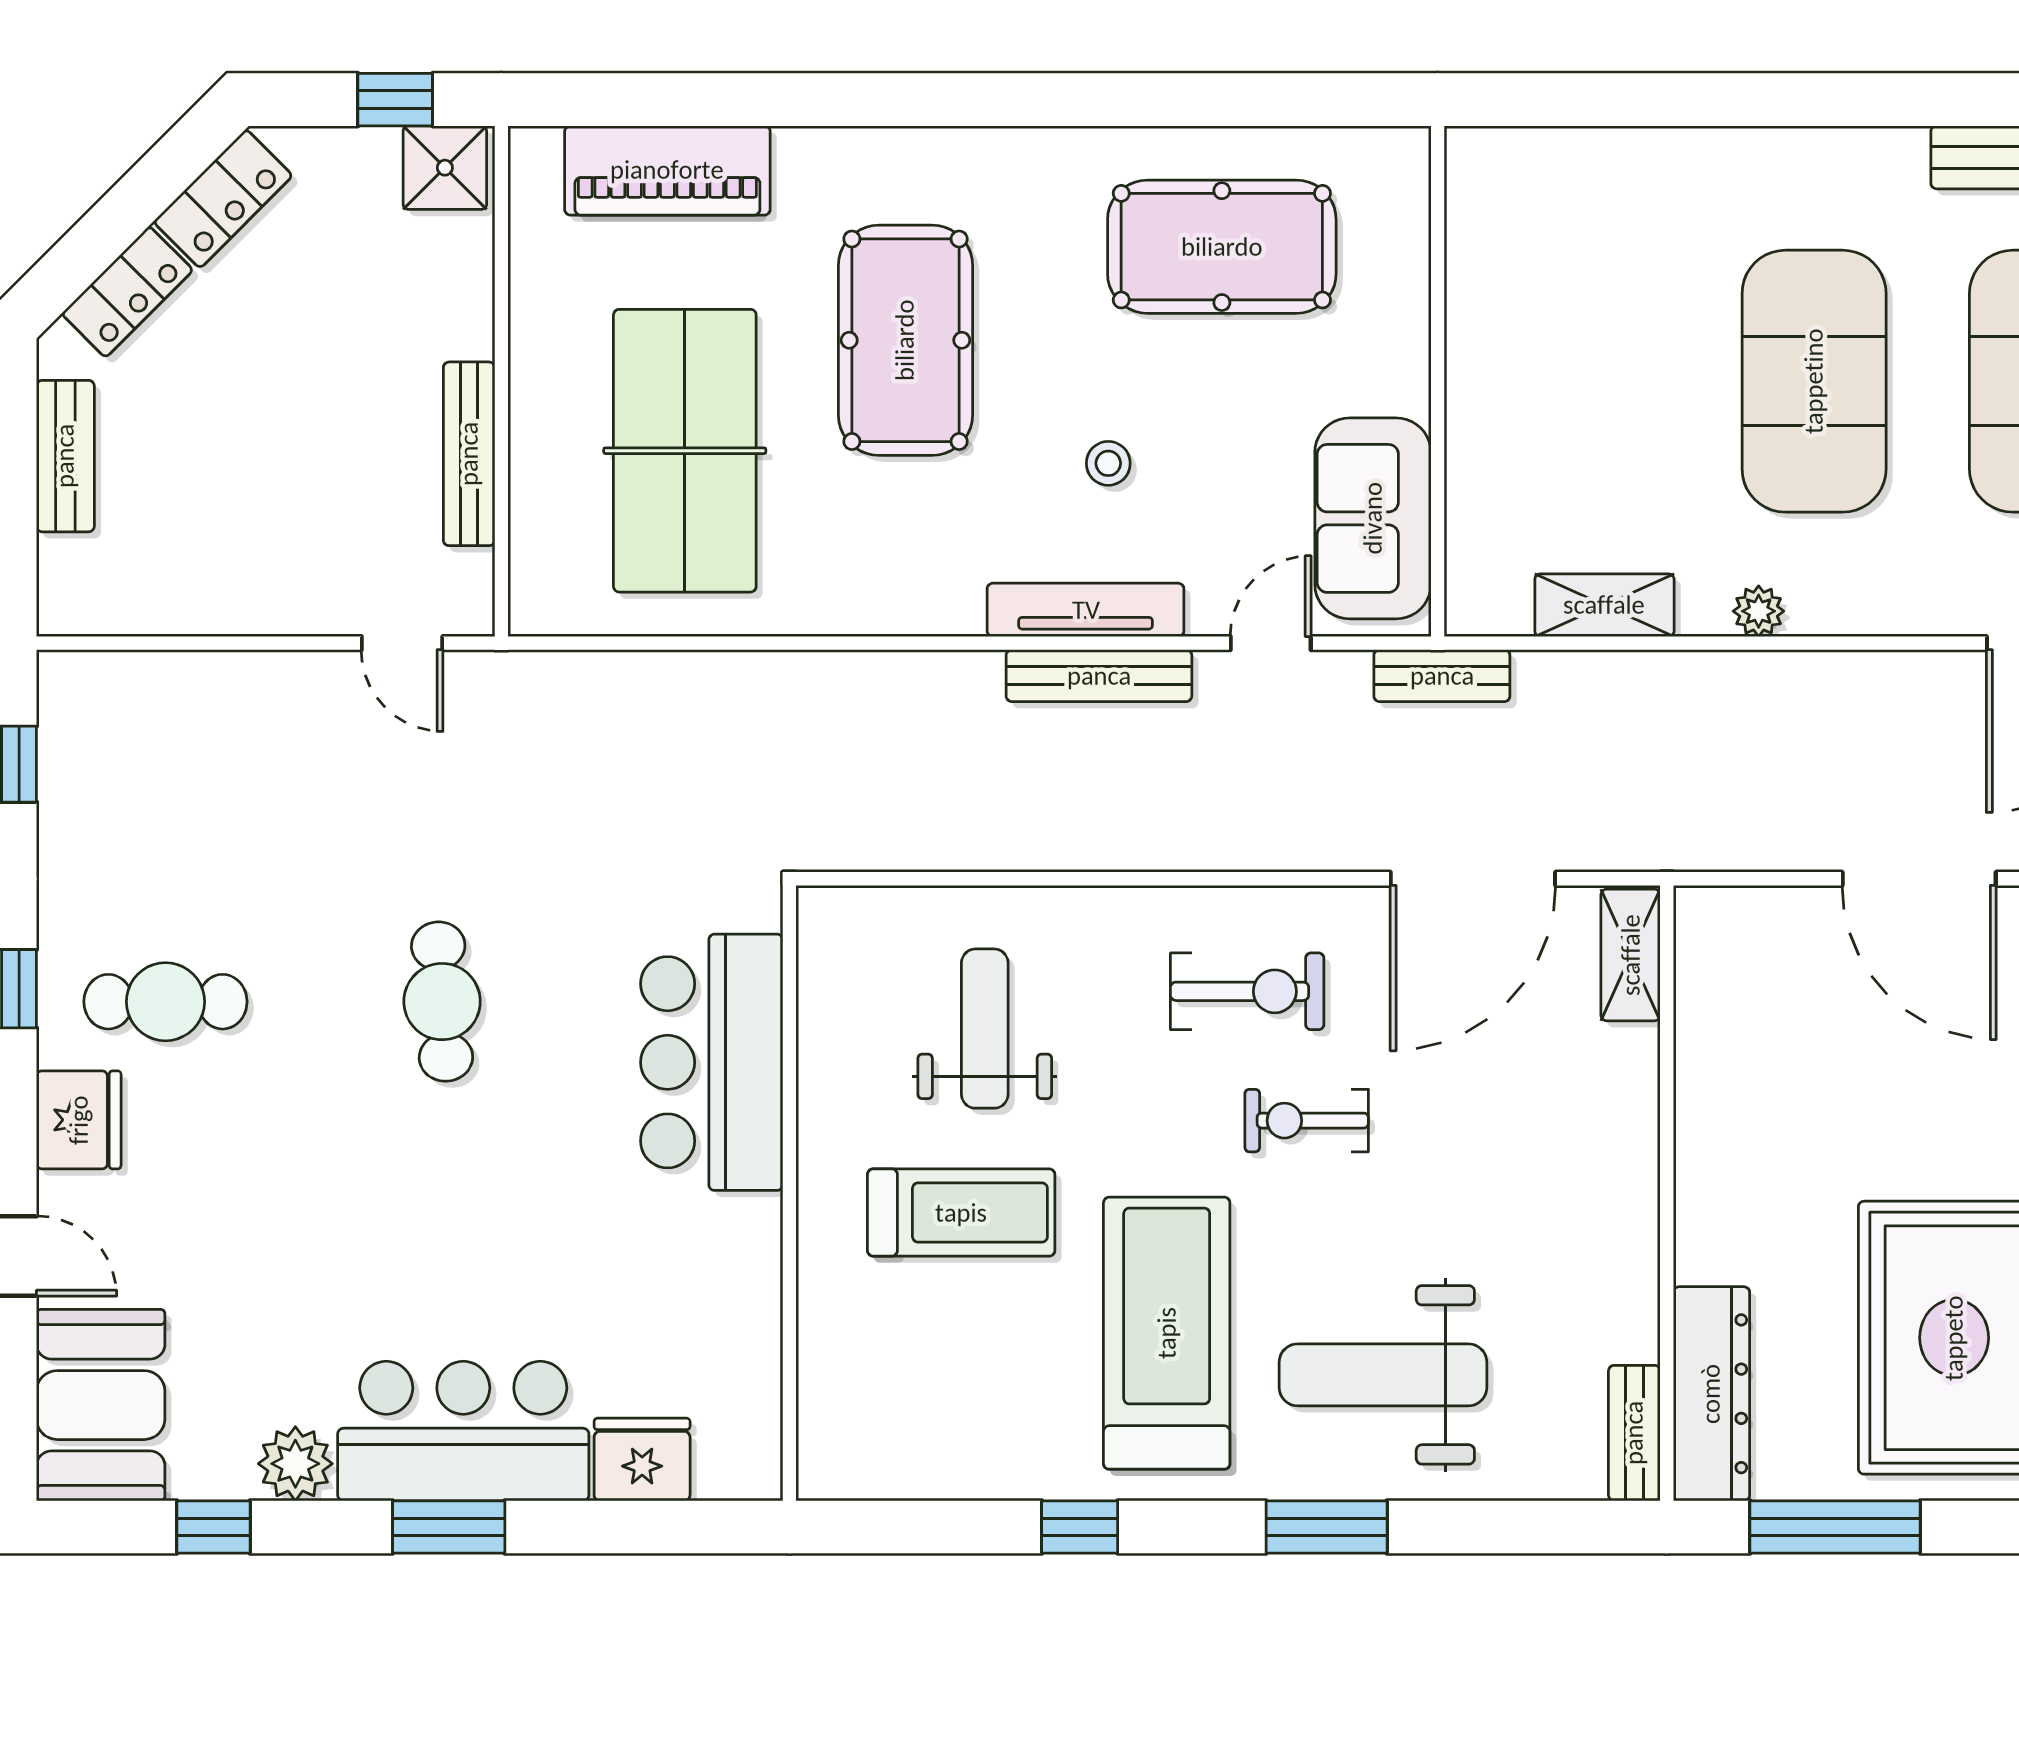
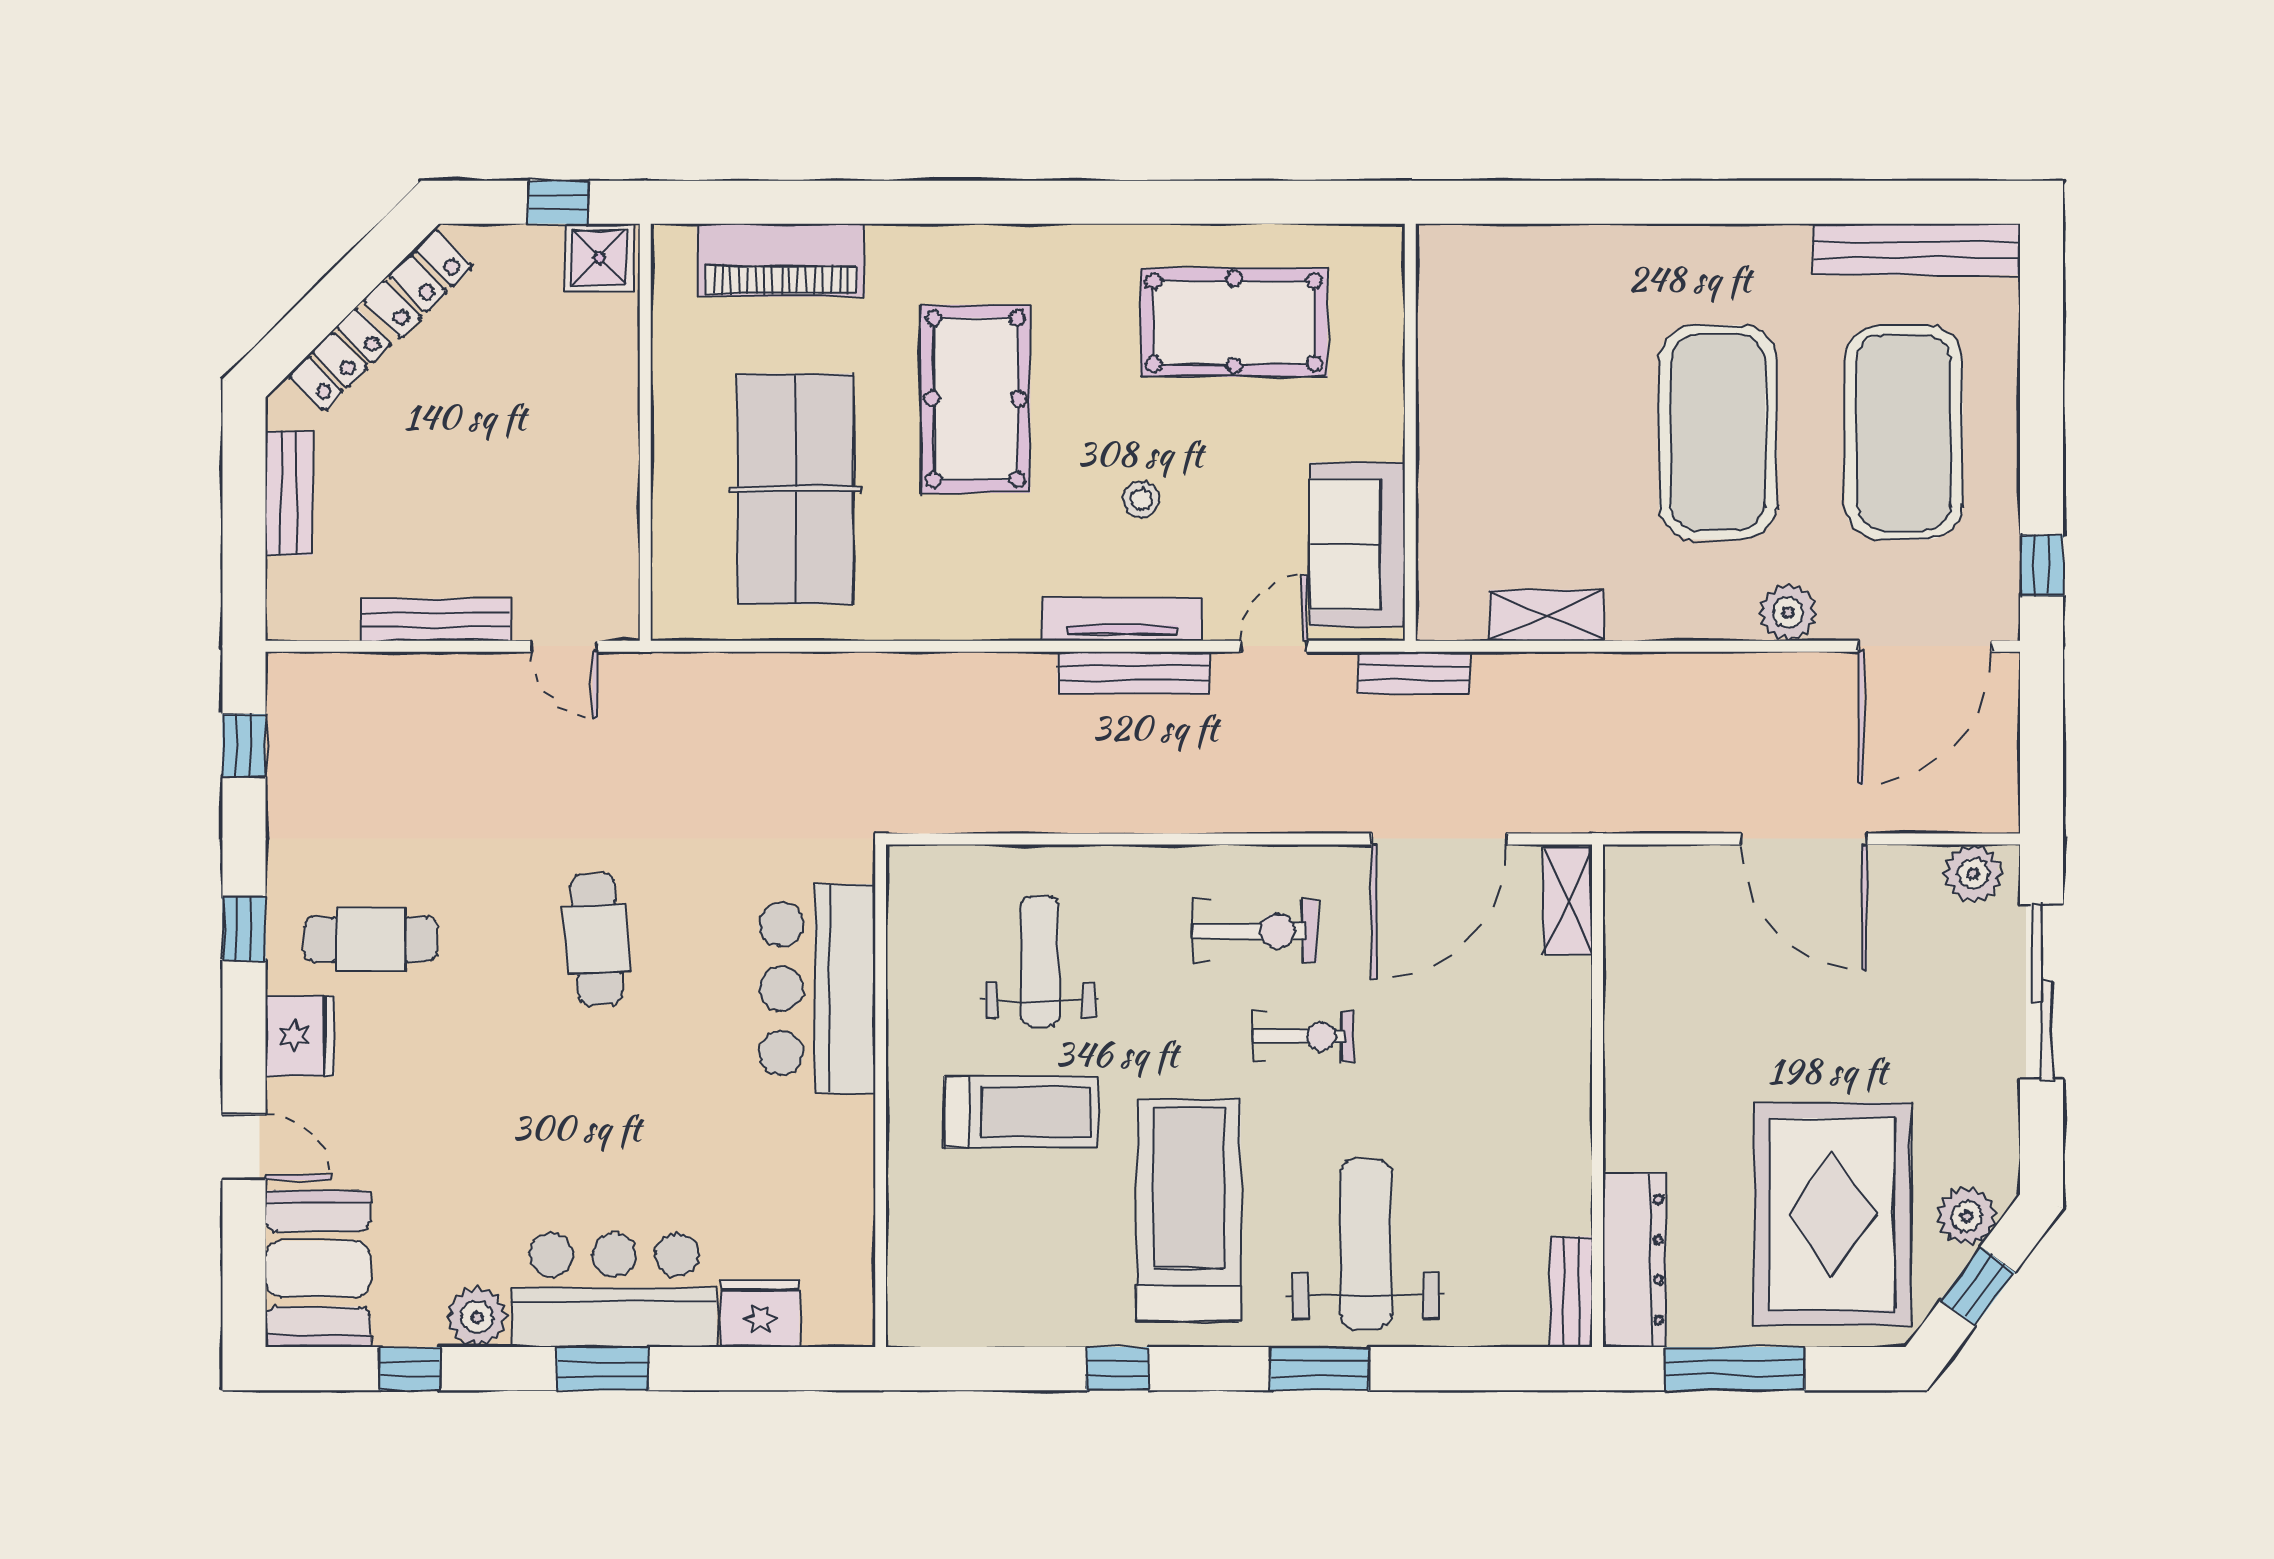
bench: (469, 454) -> (435, 620), moved, turned 90
plant: (1759, 611) -> (1788, 612), moved, width x1.38, depth x1.38
exercise bike: (1307, 1121) -> (1303, 1036), turned 180
weight bench: (1383, 1375) -> (1366, 1244), turned 90

